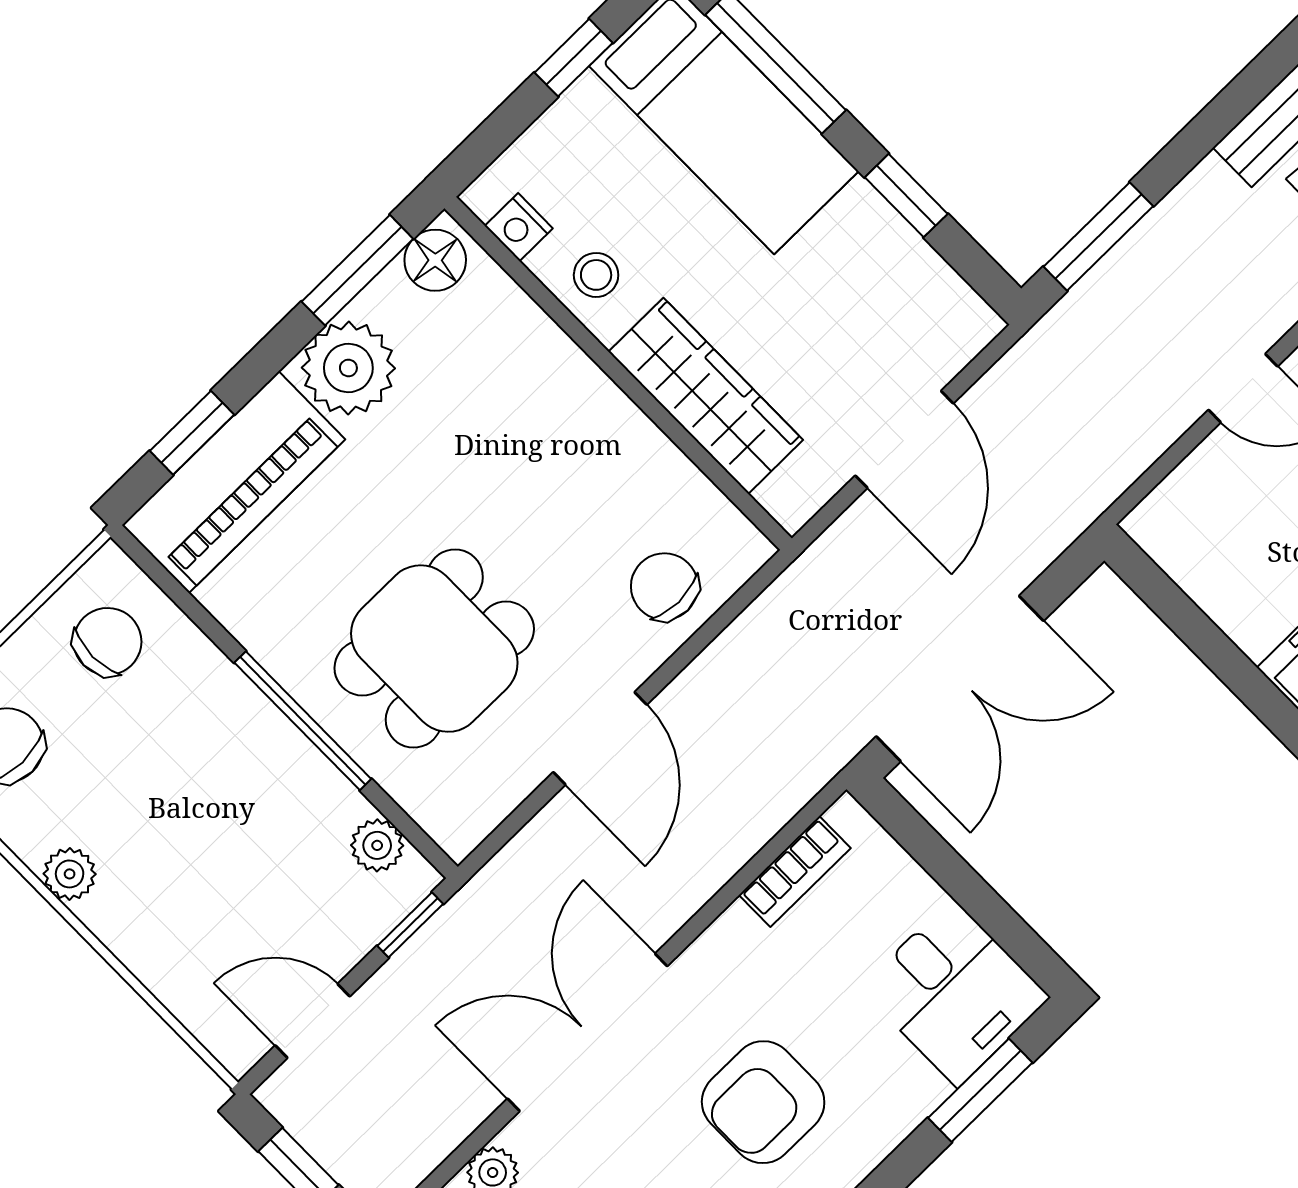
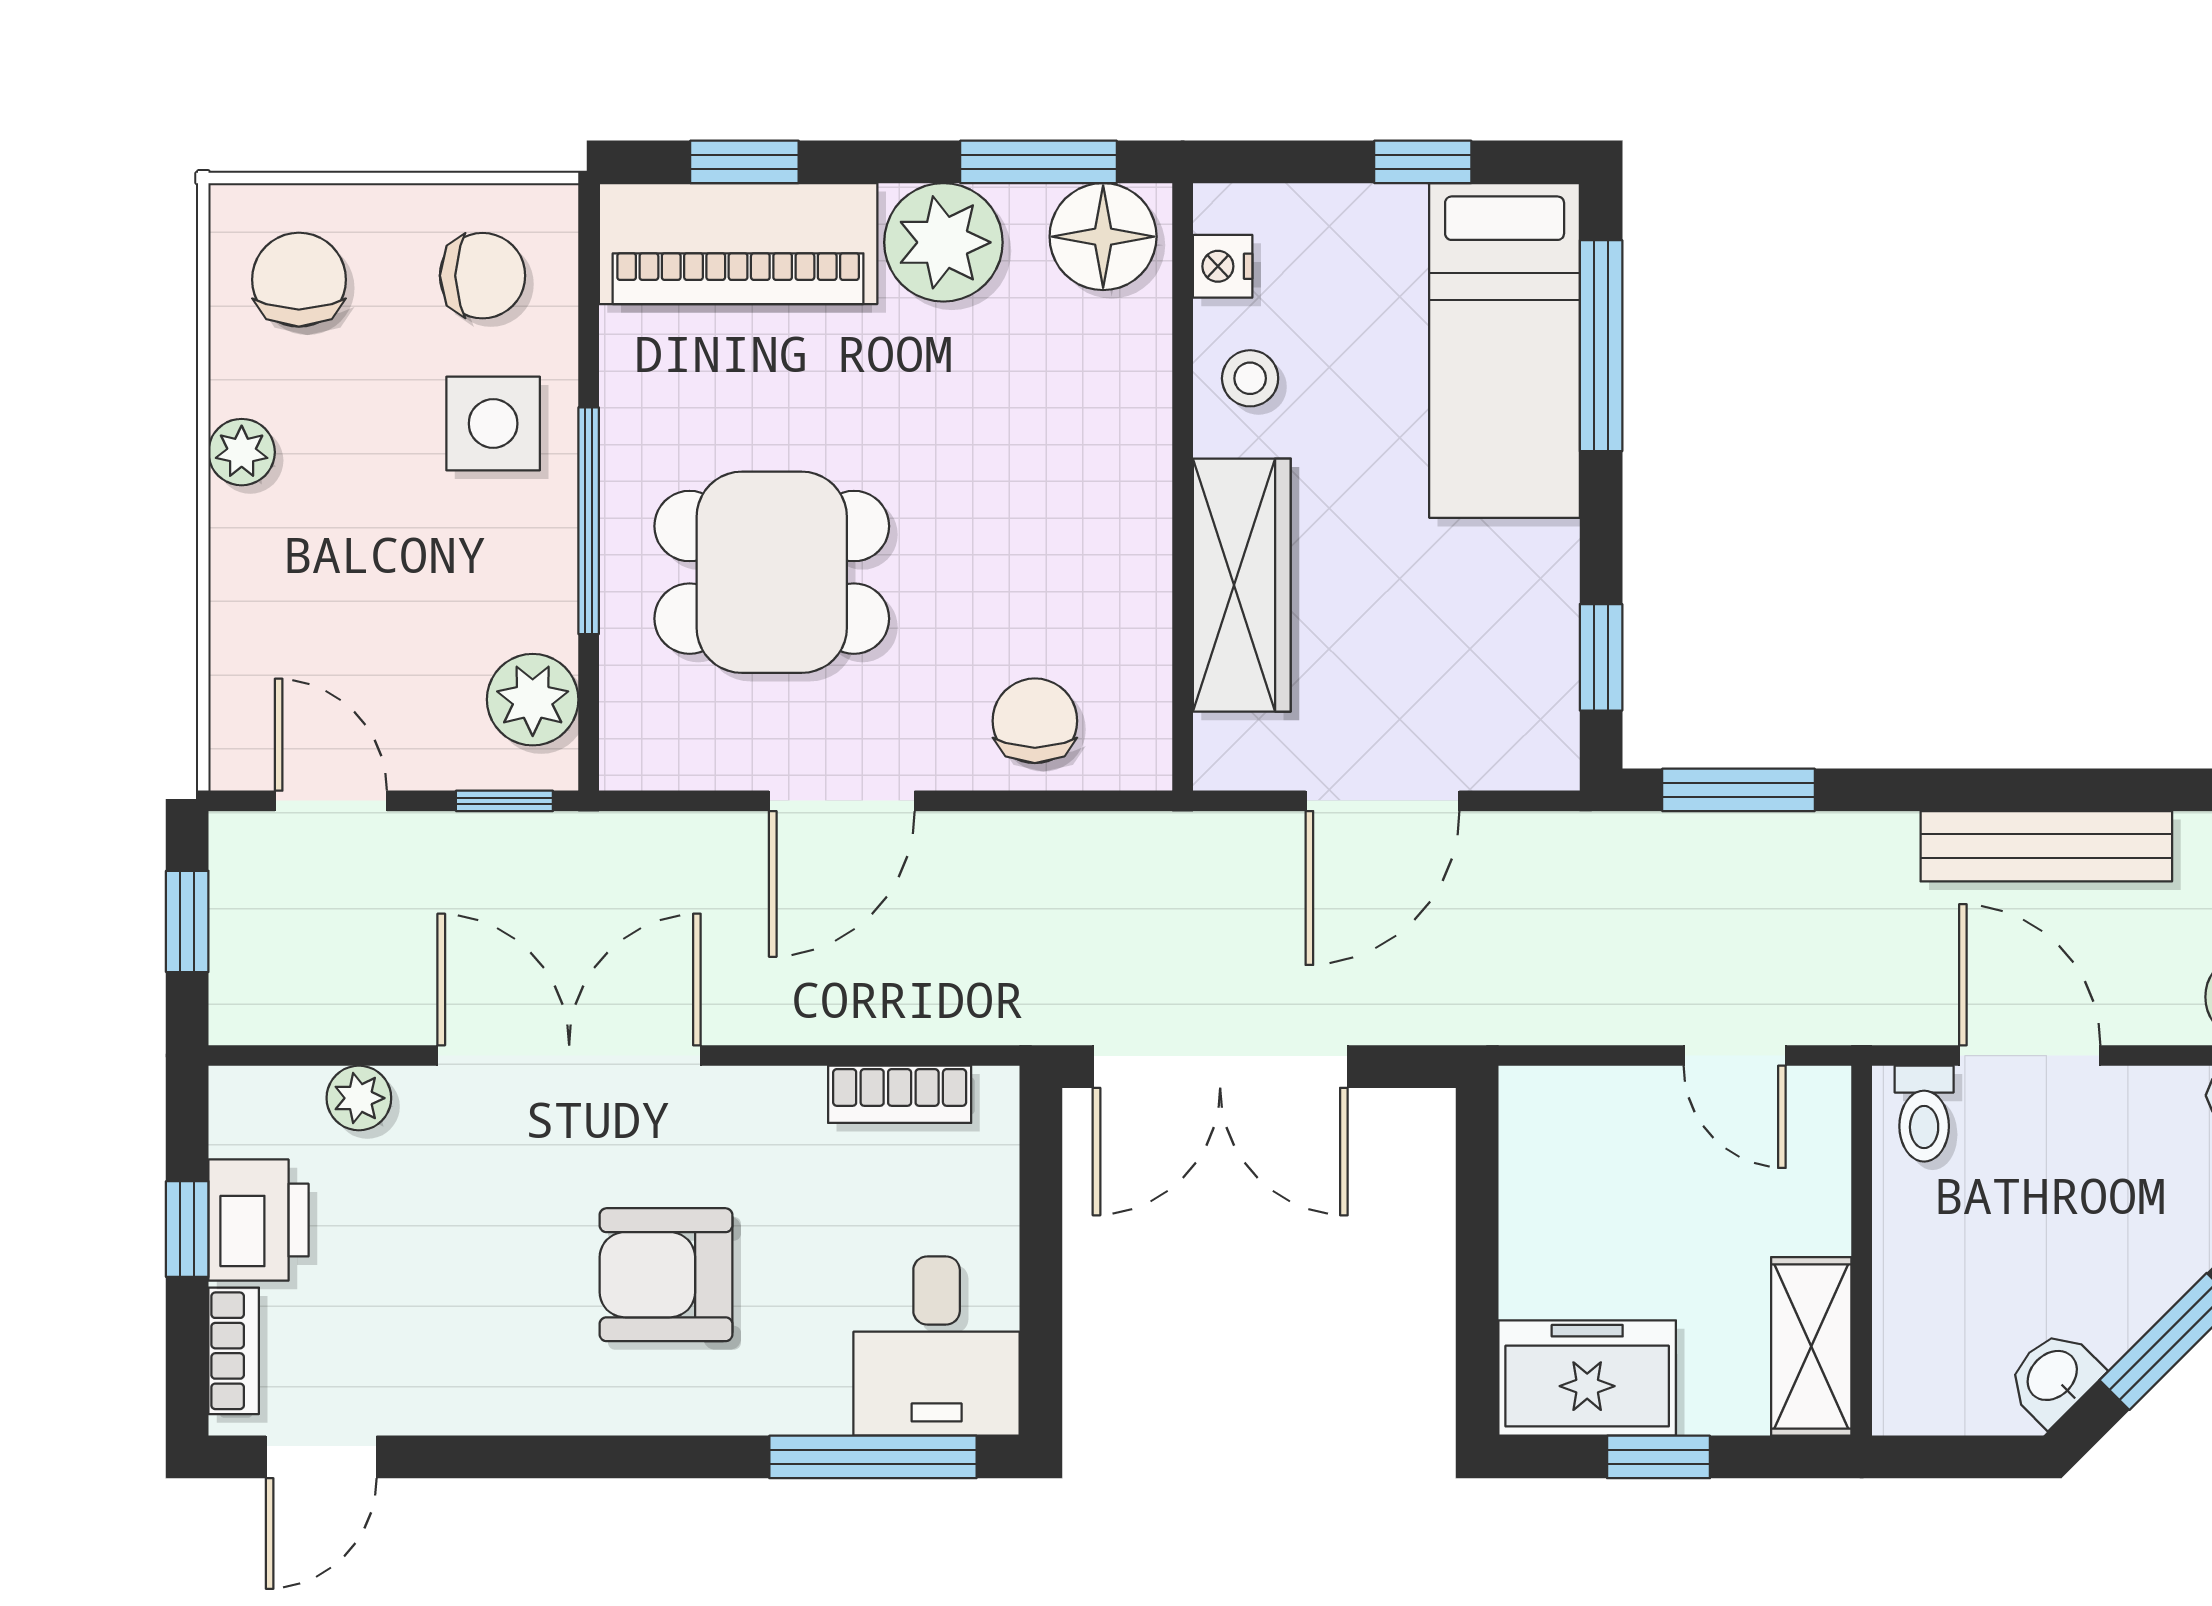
window: (906, 196) -> (1601, 657), moved
floor lamp: (435, 260) -> (1103, 237), width x1.38, depth x1.38
side table: (195, 719) -> (493, 424), added
plant: (377, 845) -> (533, 700), width x1.38, depth x1.38
window: (980, 1090) -> (873, 1457), width x1.44

